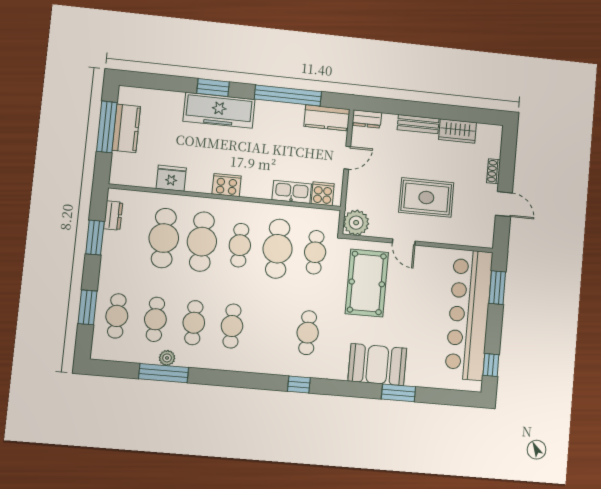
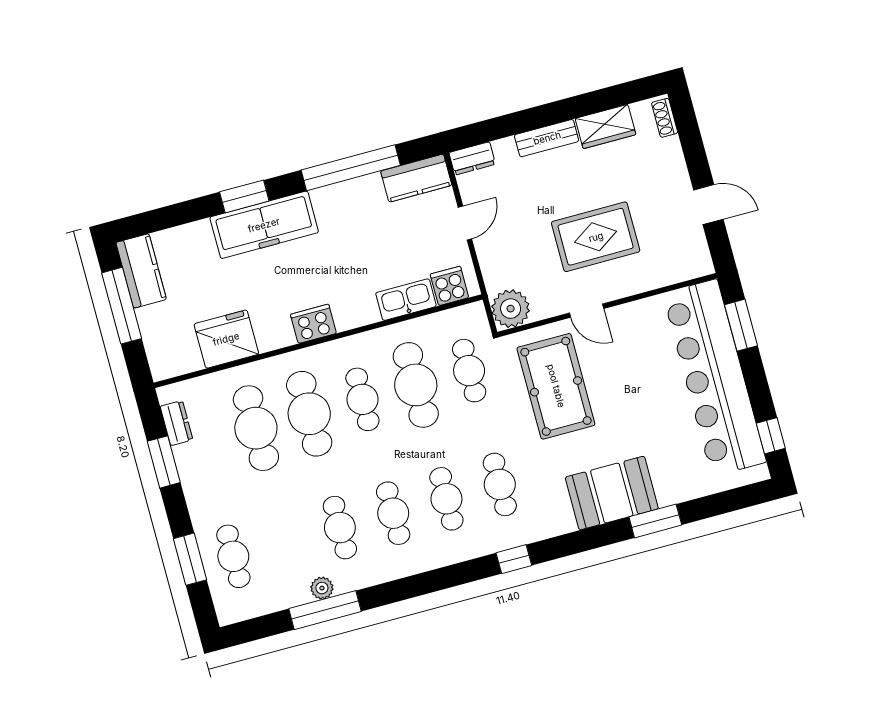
kitchen counter: (126, 128) -> (141, 271), moved
shoe rack: (494, 171) -> (665, 118), moved
fridge: (171, 178) -> (226, 339), width x1.36, depth x1.34
cafe table: (155, 319) -> (446, 499), moved

